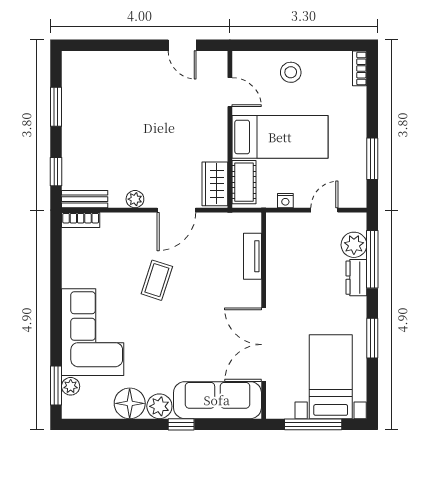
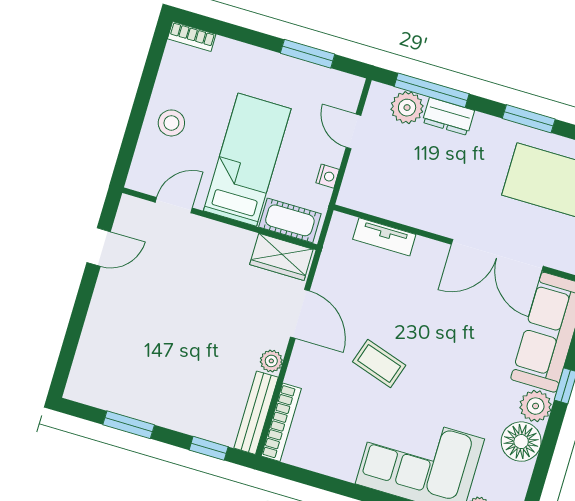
bench: (85, 199) -> (256, 413), width x1.36
bookcase: (81, 220) -> (281, 422), width x1.56

